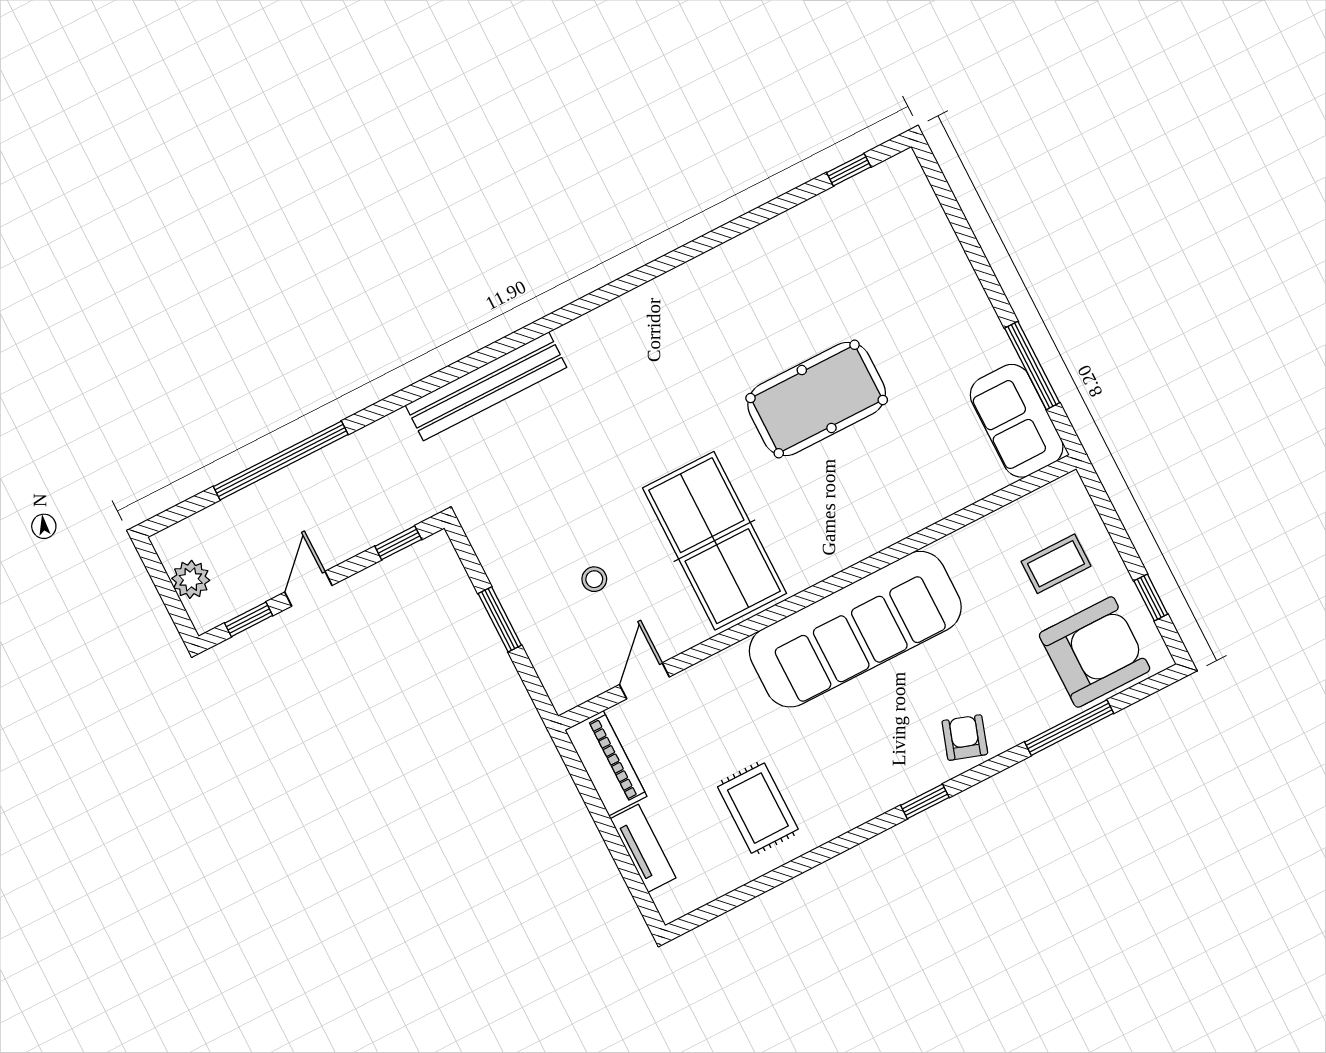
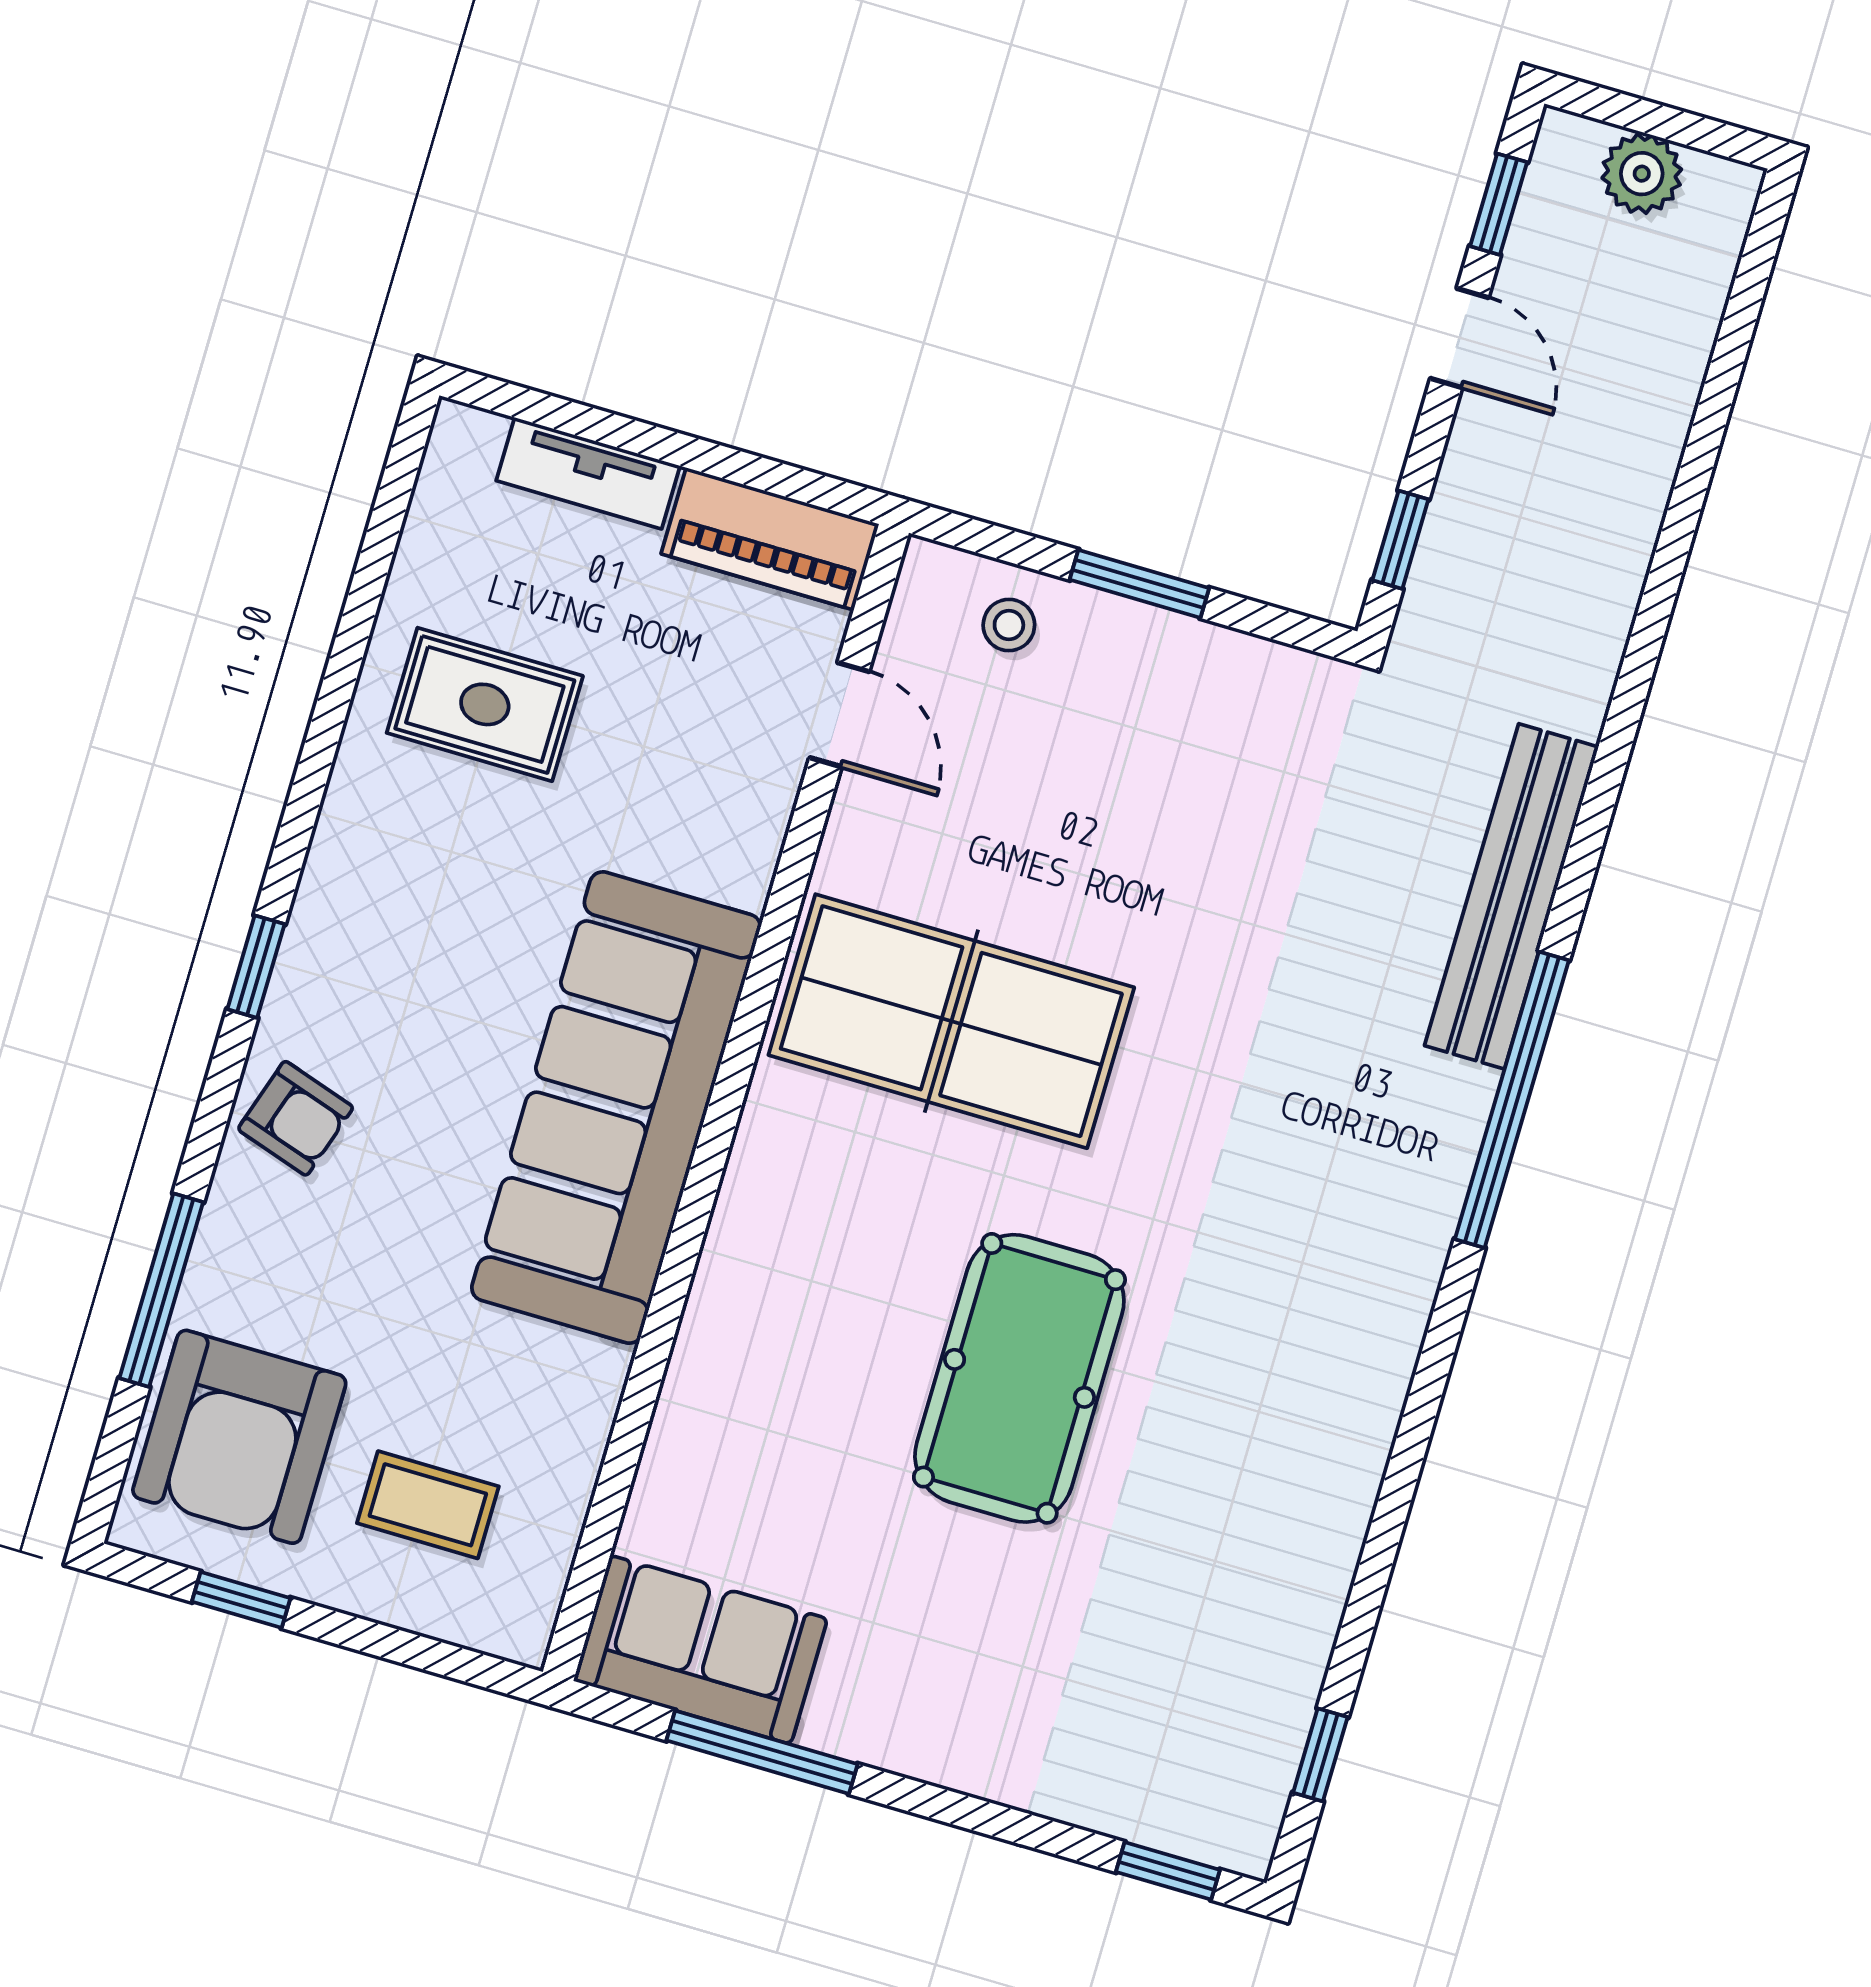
window: (940, 185) -> (1168, 1871), added
window: (281, 460) -> (1512, 1100), moved
coffee table: (1056, 564) -> (428, 1505), turned 90
stool: (594, 579) -> (1009, 625), moved

